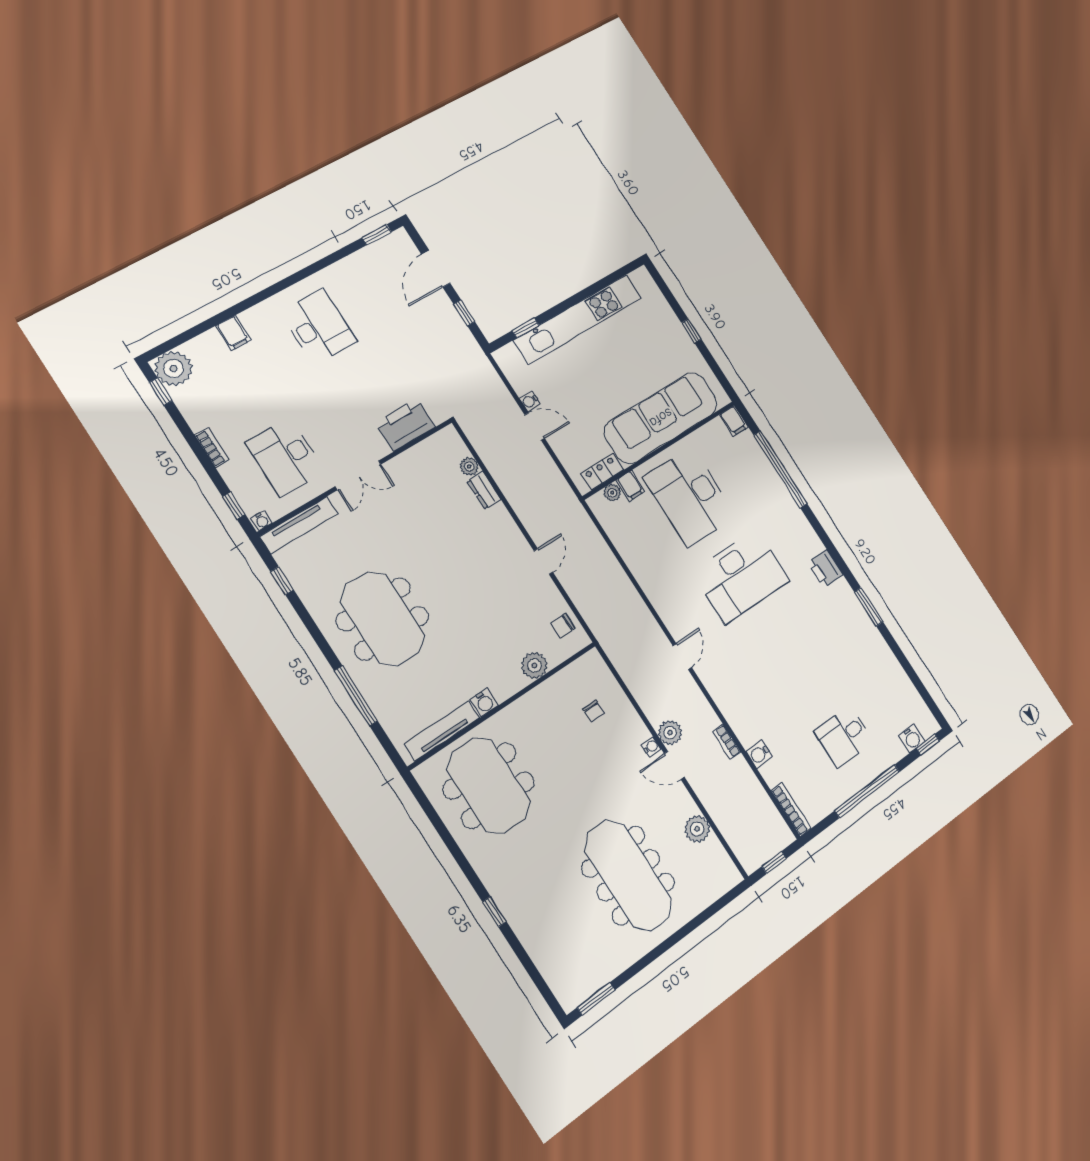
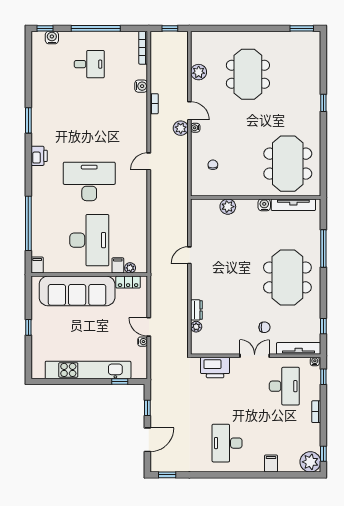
chair: (563, 626) -> (264, 327), moved
meeting table: (628, 875) -> (248, 74), width x0.73

